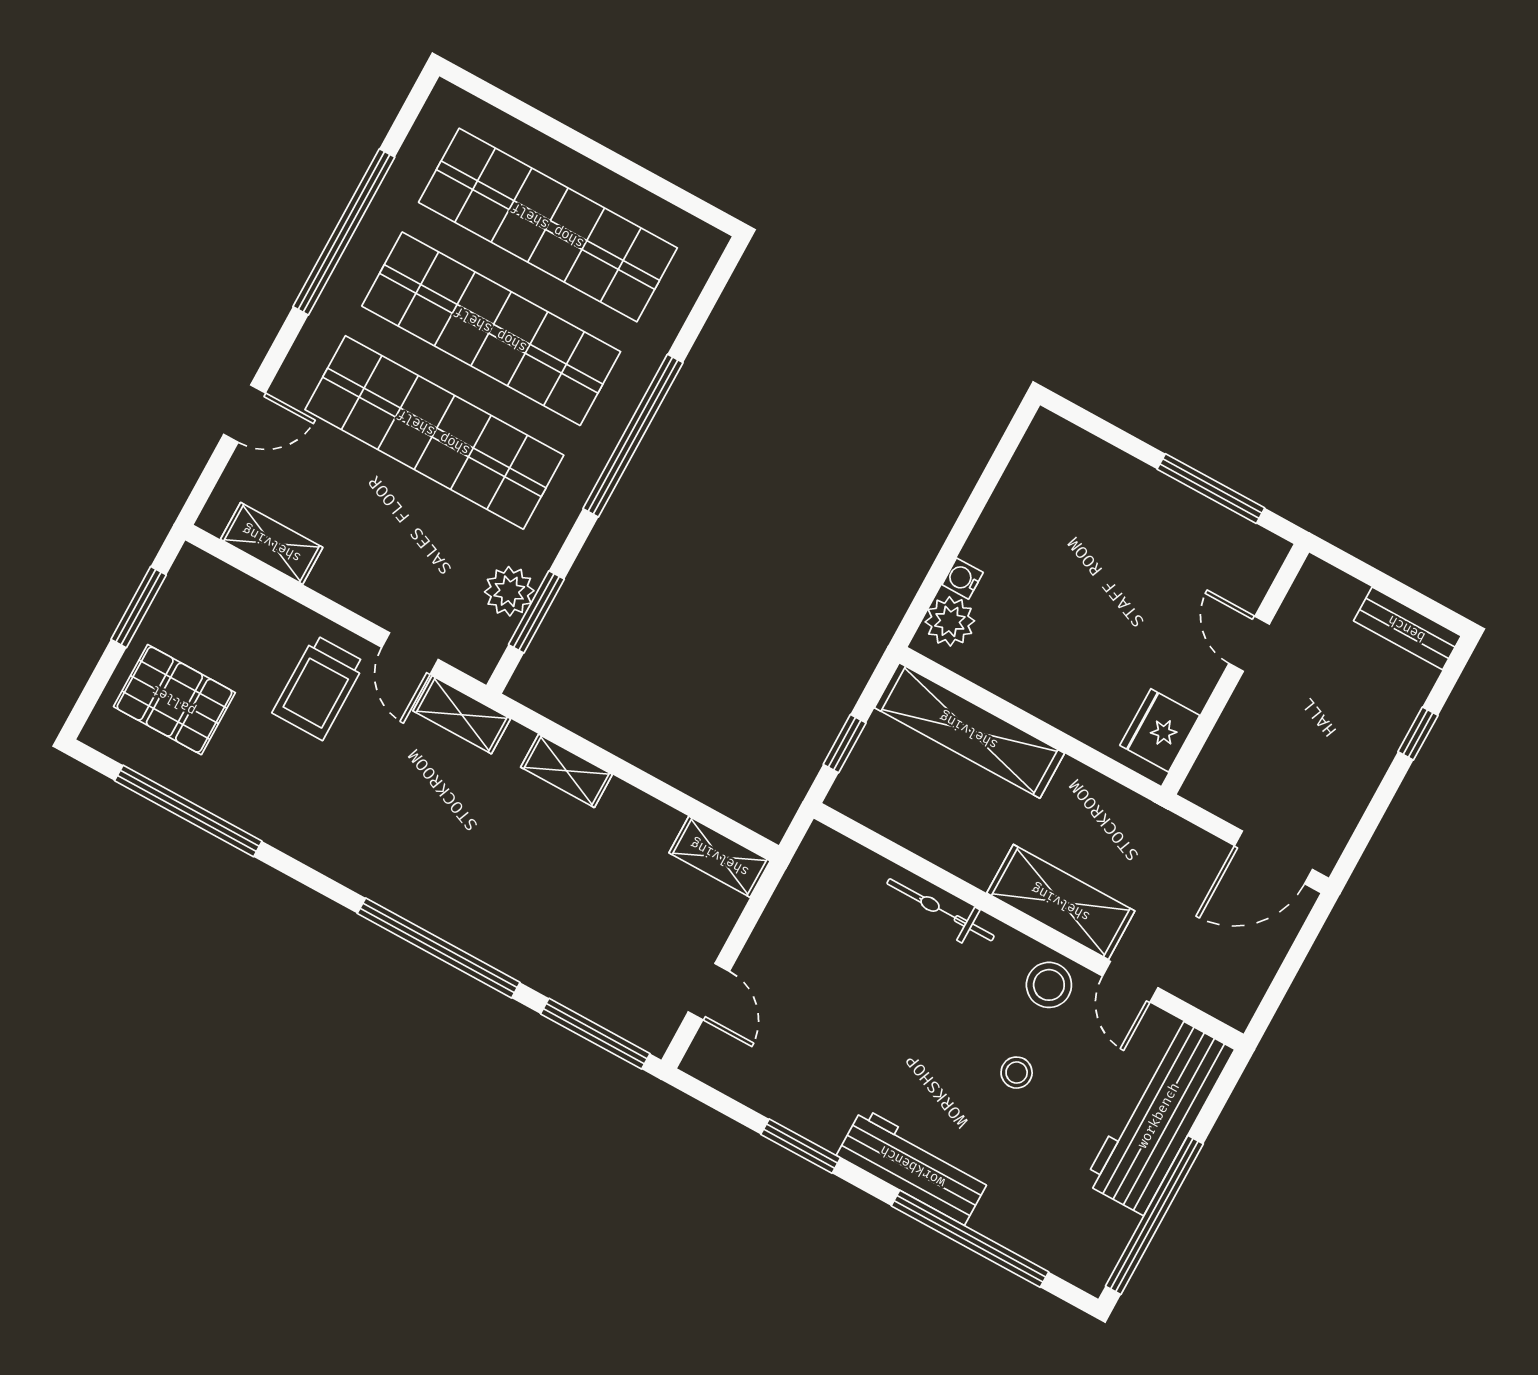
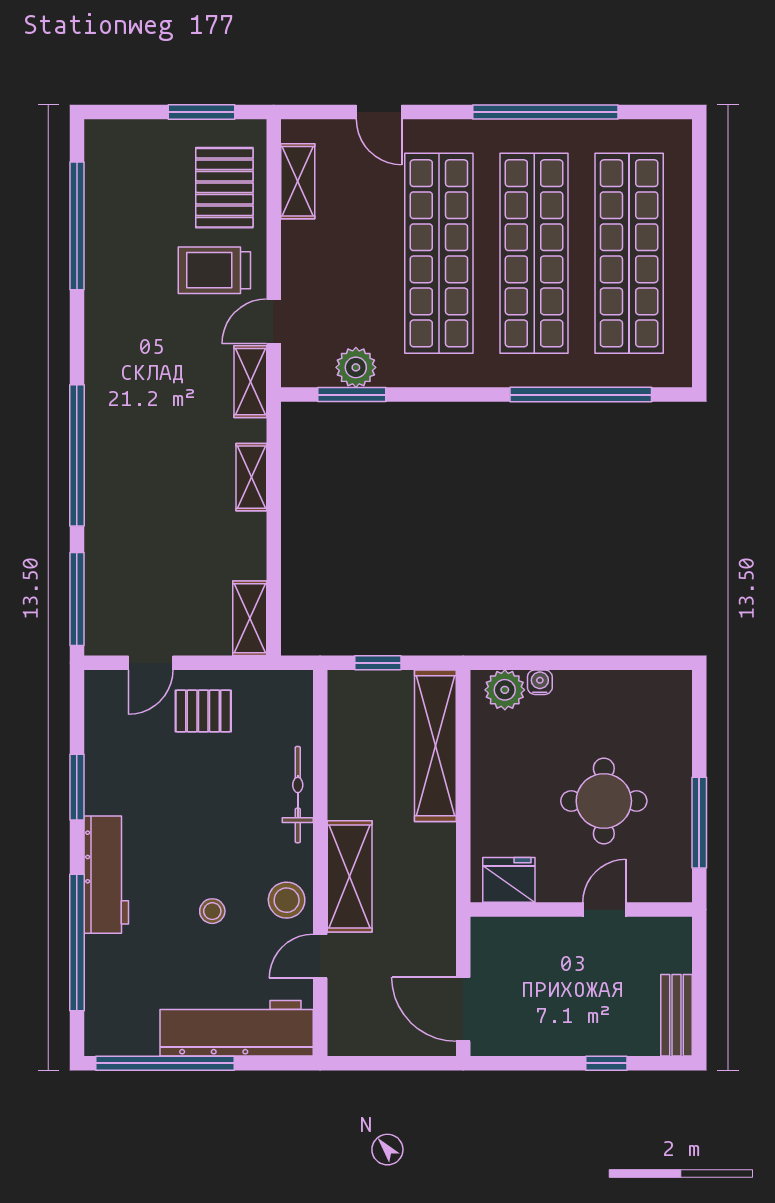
window: (633, 436) -> (581, 395), moved
round table: (1130, 580) -> (604, 801), added
pallet: (174, 700) -> (224, 188), moved
pallet: (793, 963) -> (203, 711), added

